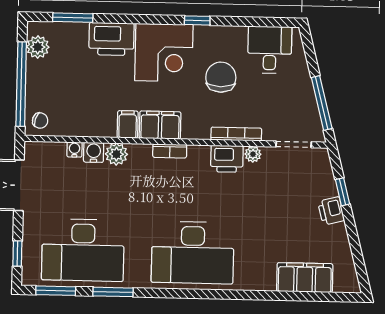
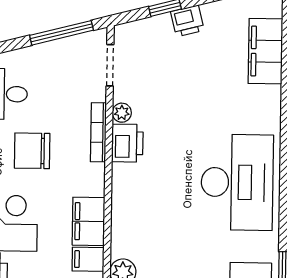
bookcase: (170, 151) -> (119, 210), removed

